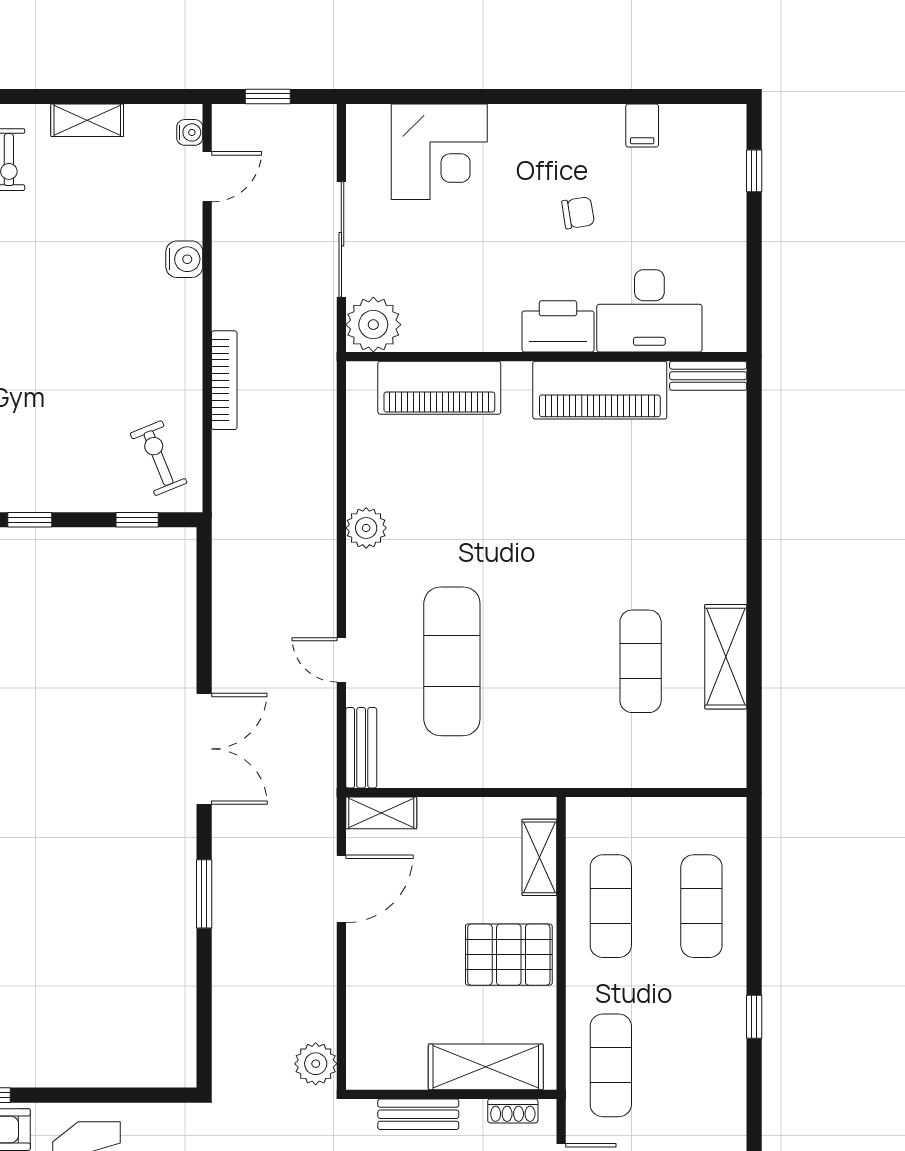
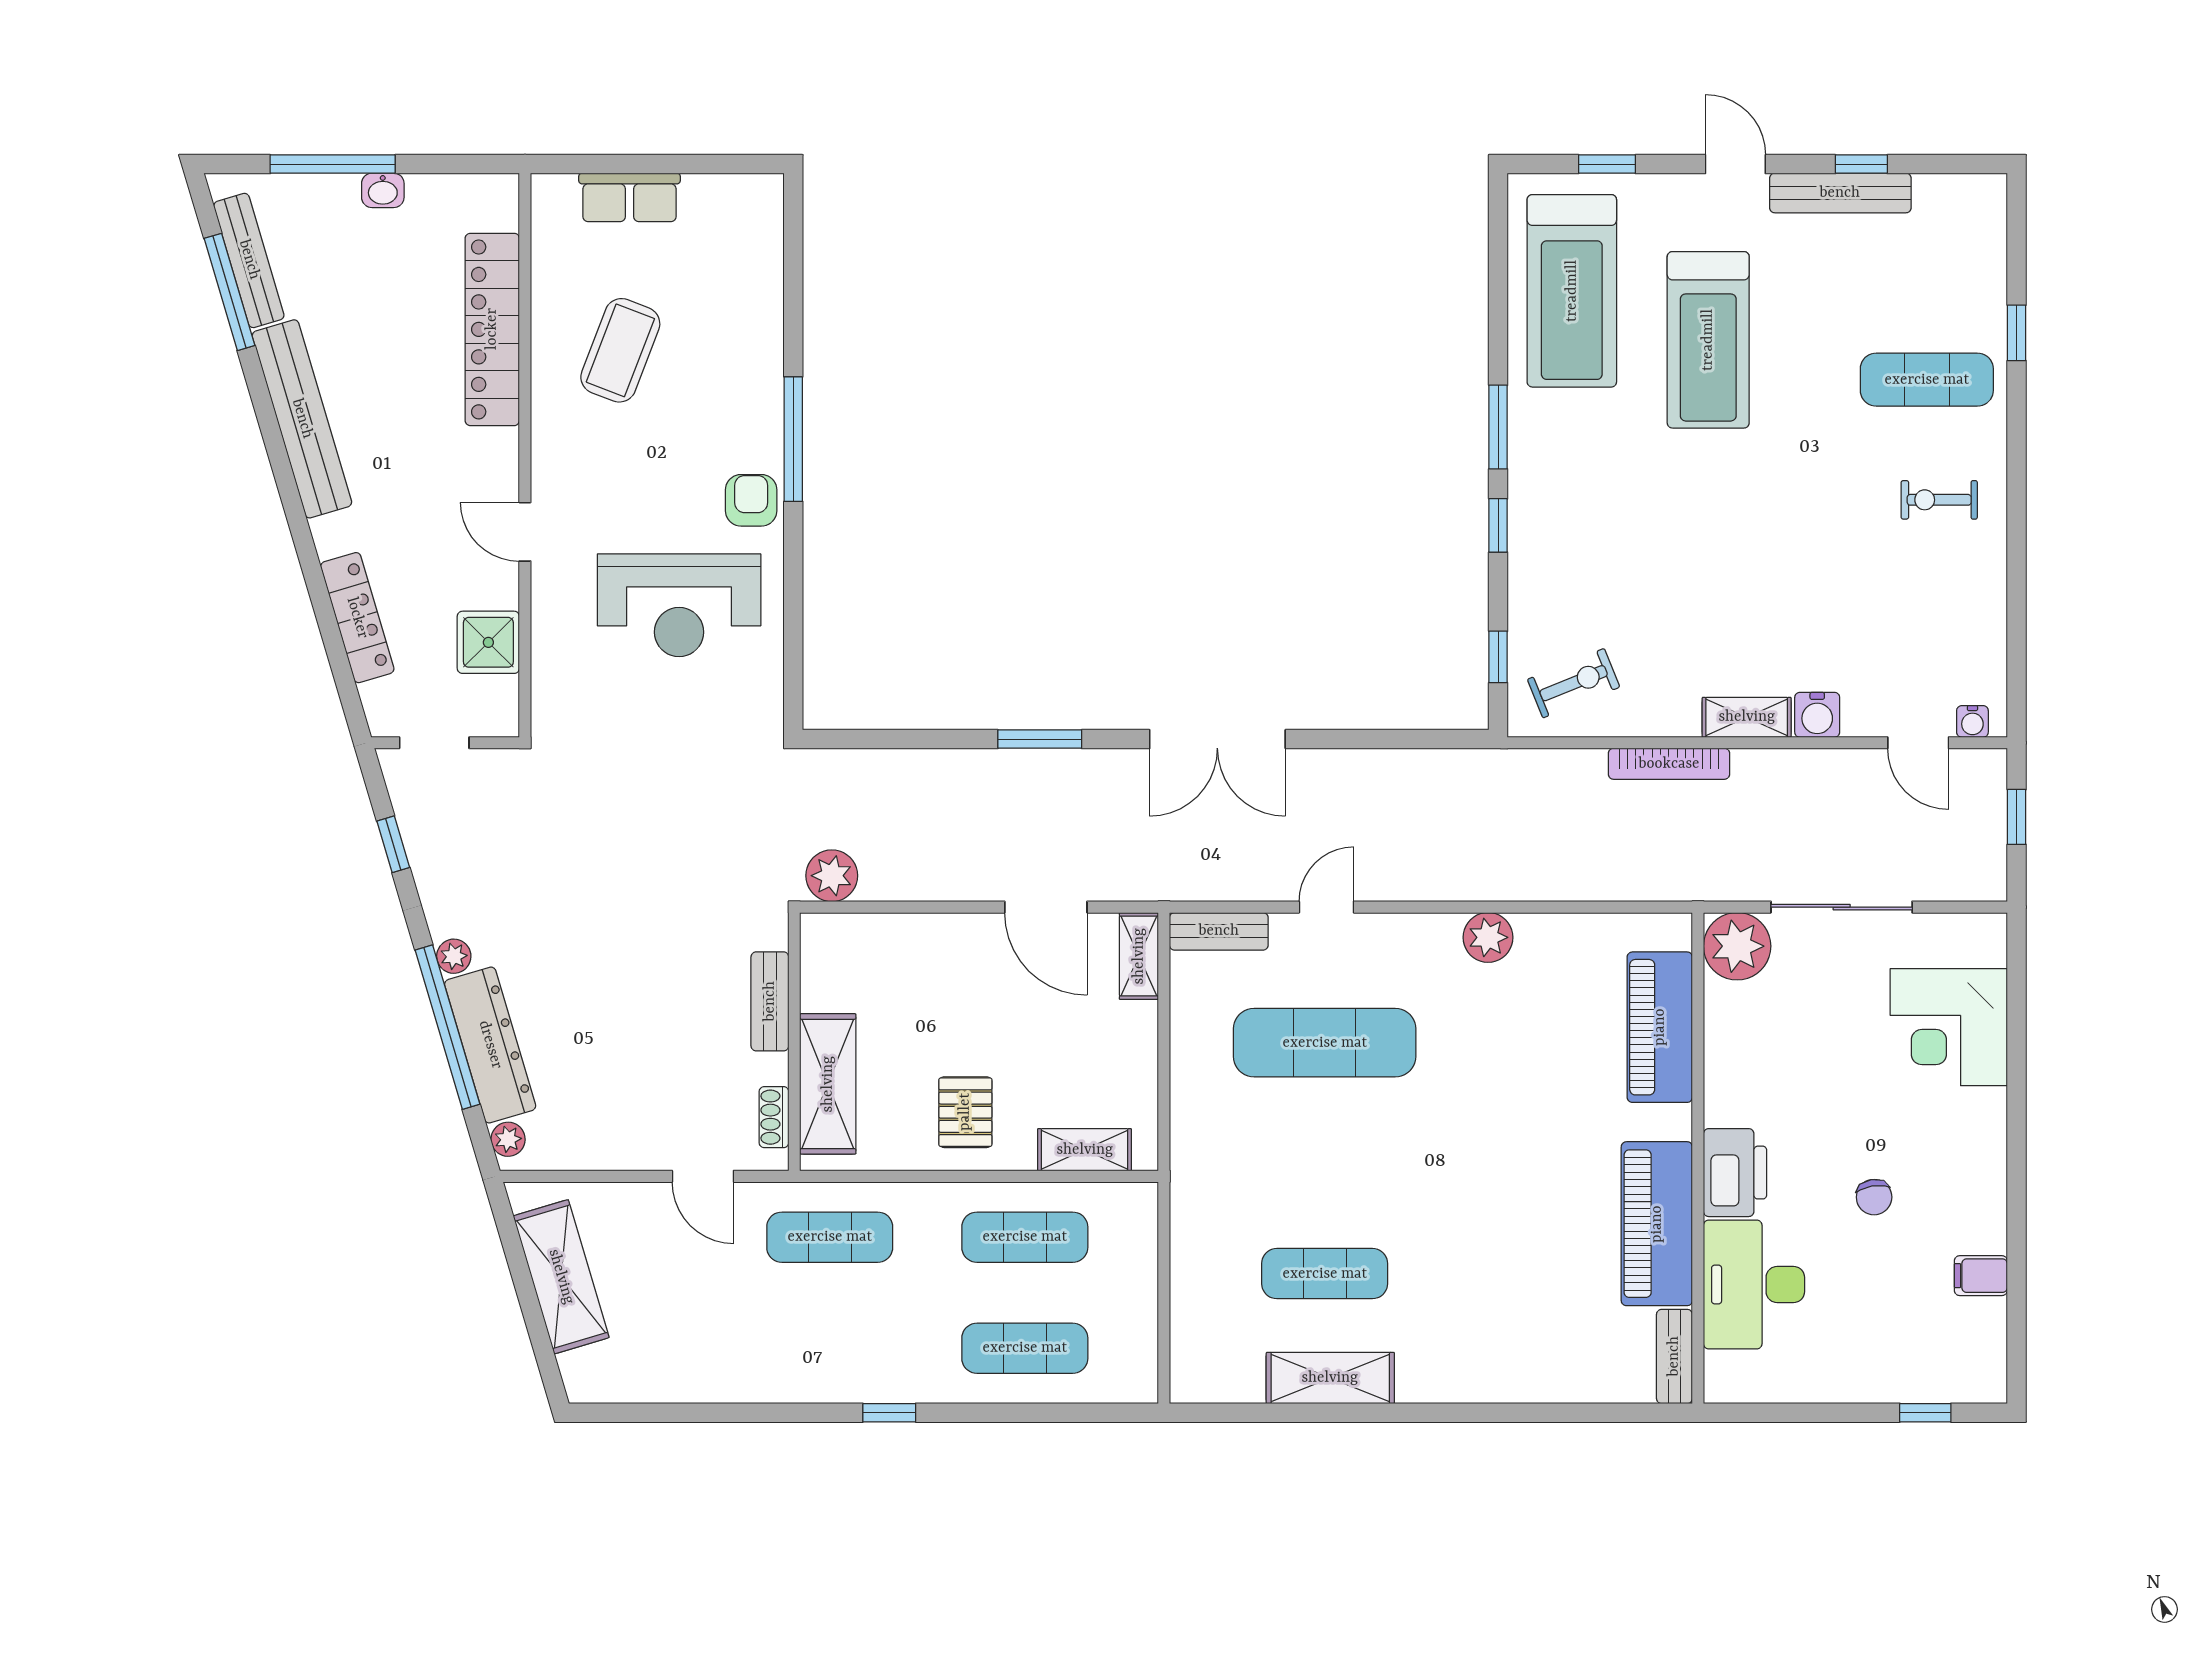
shelving: (87, 120) -> (1747, 717), moved, turned 90
pallet: (509, 955) -> (965, 1112), width x0.67, depth x0.71

